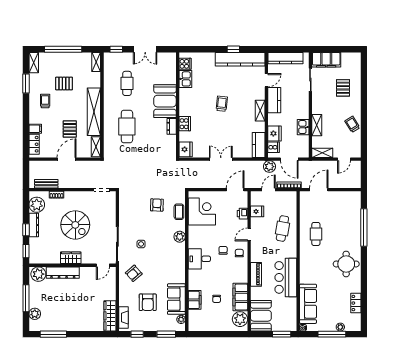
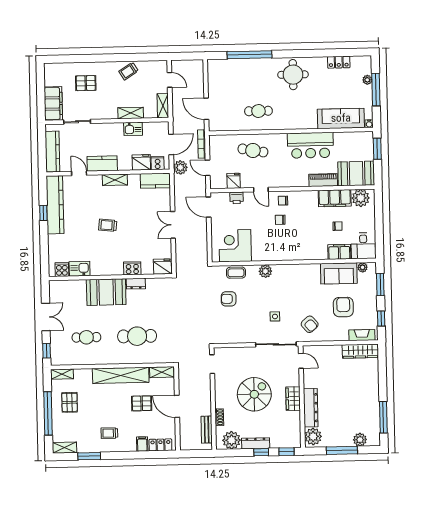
pallet: (64, 83) -> (70, 402), moved
desk: (199, 259) -> (363, 246), moved
piano: (256, 274) -> (323, 180), moved
armchair: (148, 302) -> (343, 307), turned -90

